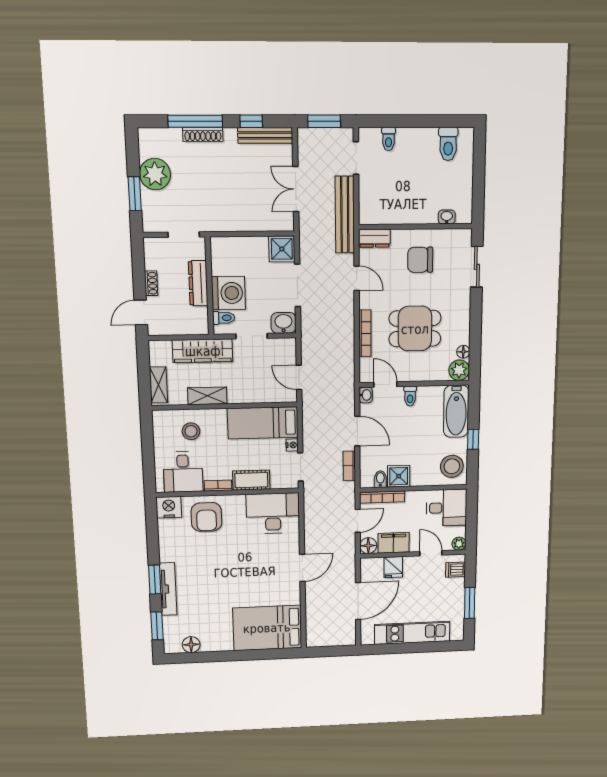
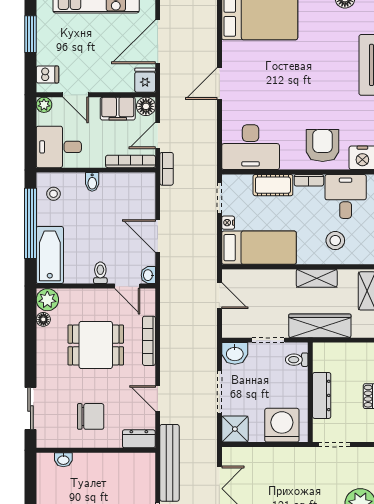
washing machine: (228, 293) -> (282, 425), moved, turned 90
window: (473, 439) -> (30, 223), width x3.17
bookcase: (349, 466) -> (167, 169), moved
stool: (452, 466) -> (54, 194), width x0.53, depth x0.53
shower: (399, 476) -> (112, 185), removed
bidet: (380, 479) -> (92, 182), moved
fridge: (393, 567) -> (145, 80), moved

